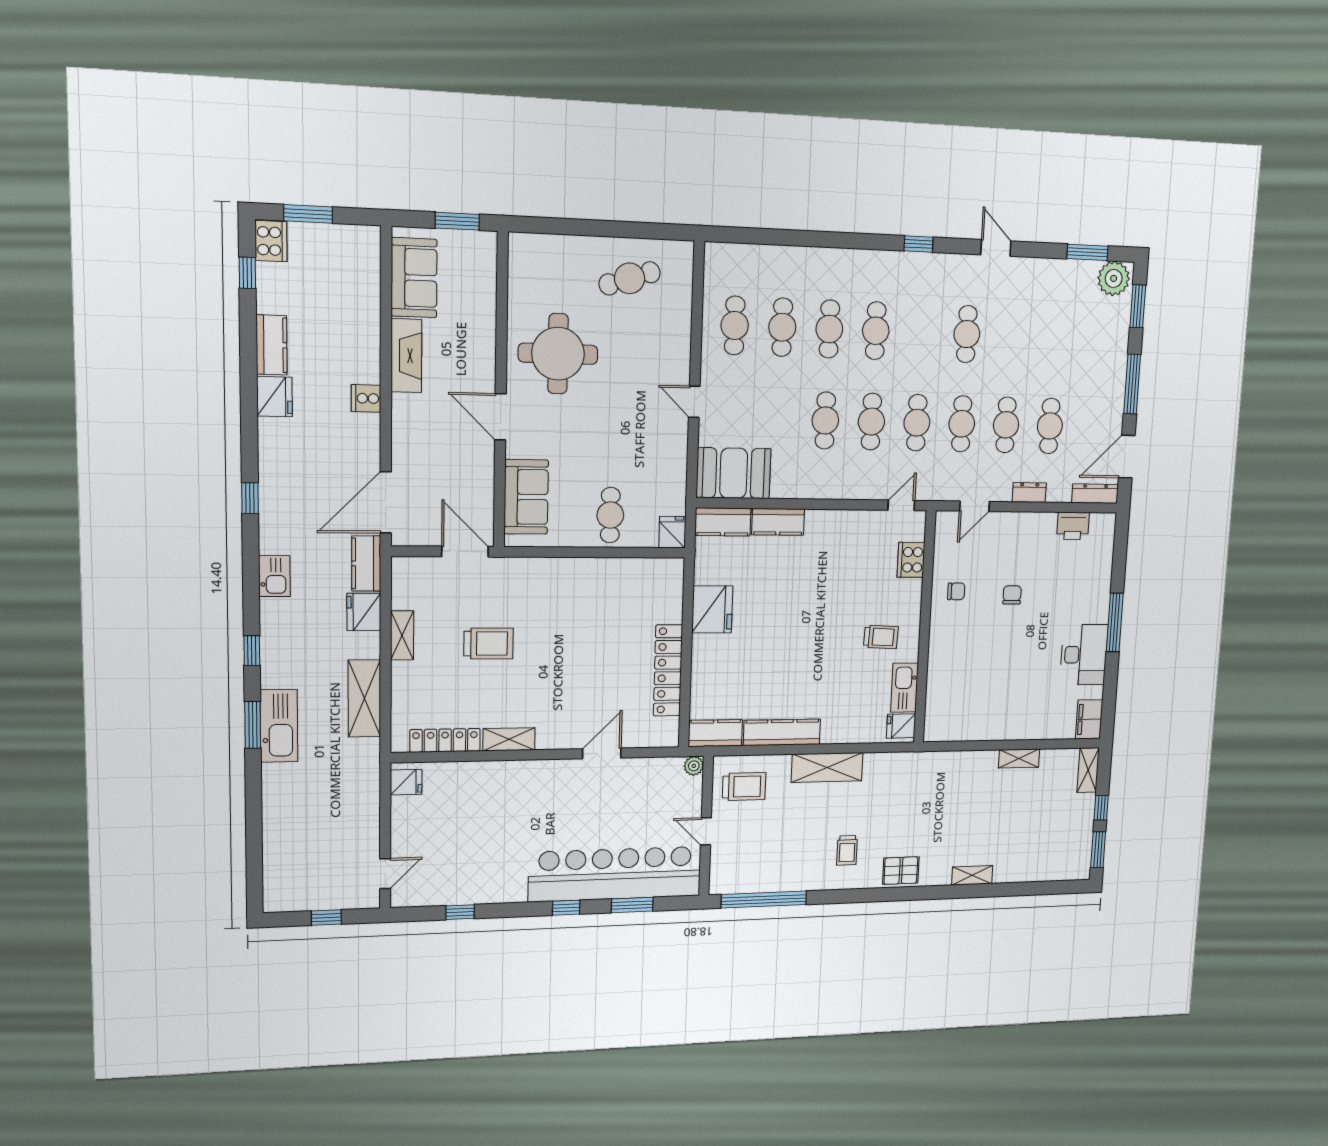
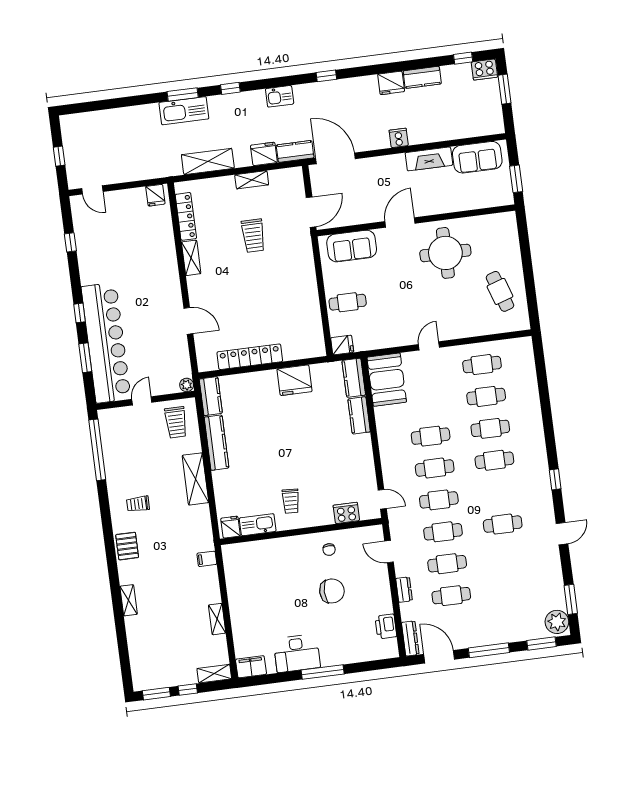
chair: (1012, 595) -> (332, 591), width x1.87, depth x1.87
filing cabinet: (938, 764) -> (207, 559), added

